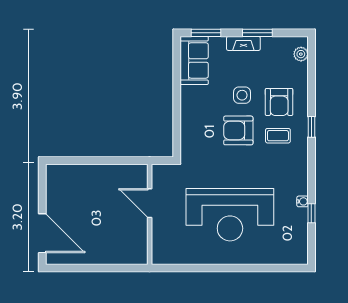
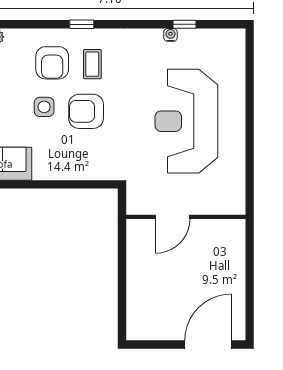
armchair: (279, 102) -> (52, 63), turned 90
armchair: (238, 130) -> (86, 111), turned 90
reception desk: (230, 215) -> (186, 121), turned 180

